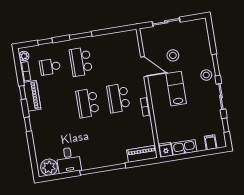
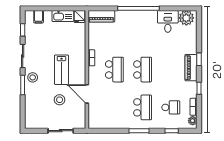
piano: (32, 96) -> (191, 68), moved

